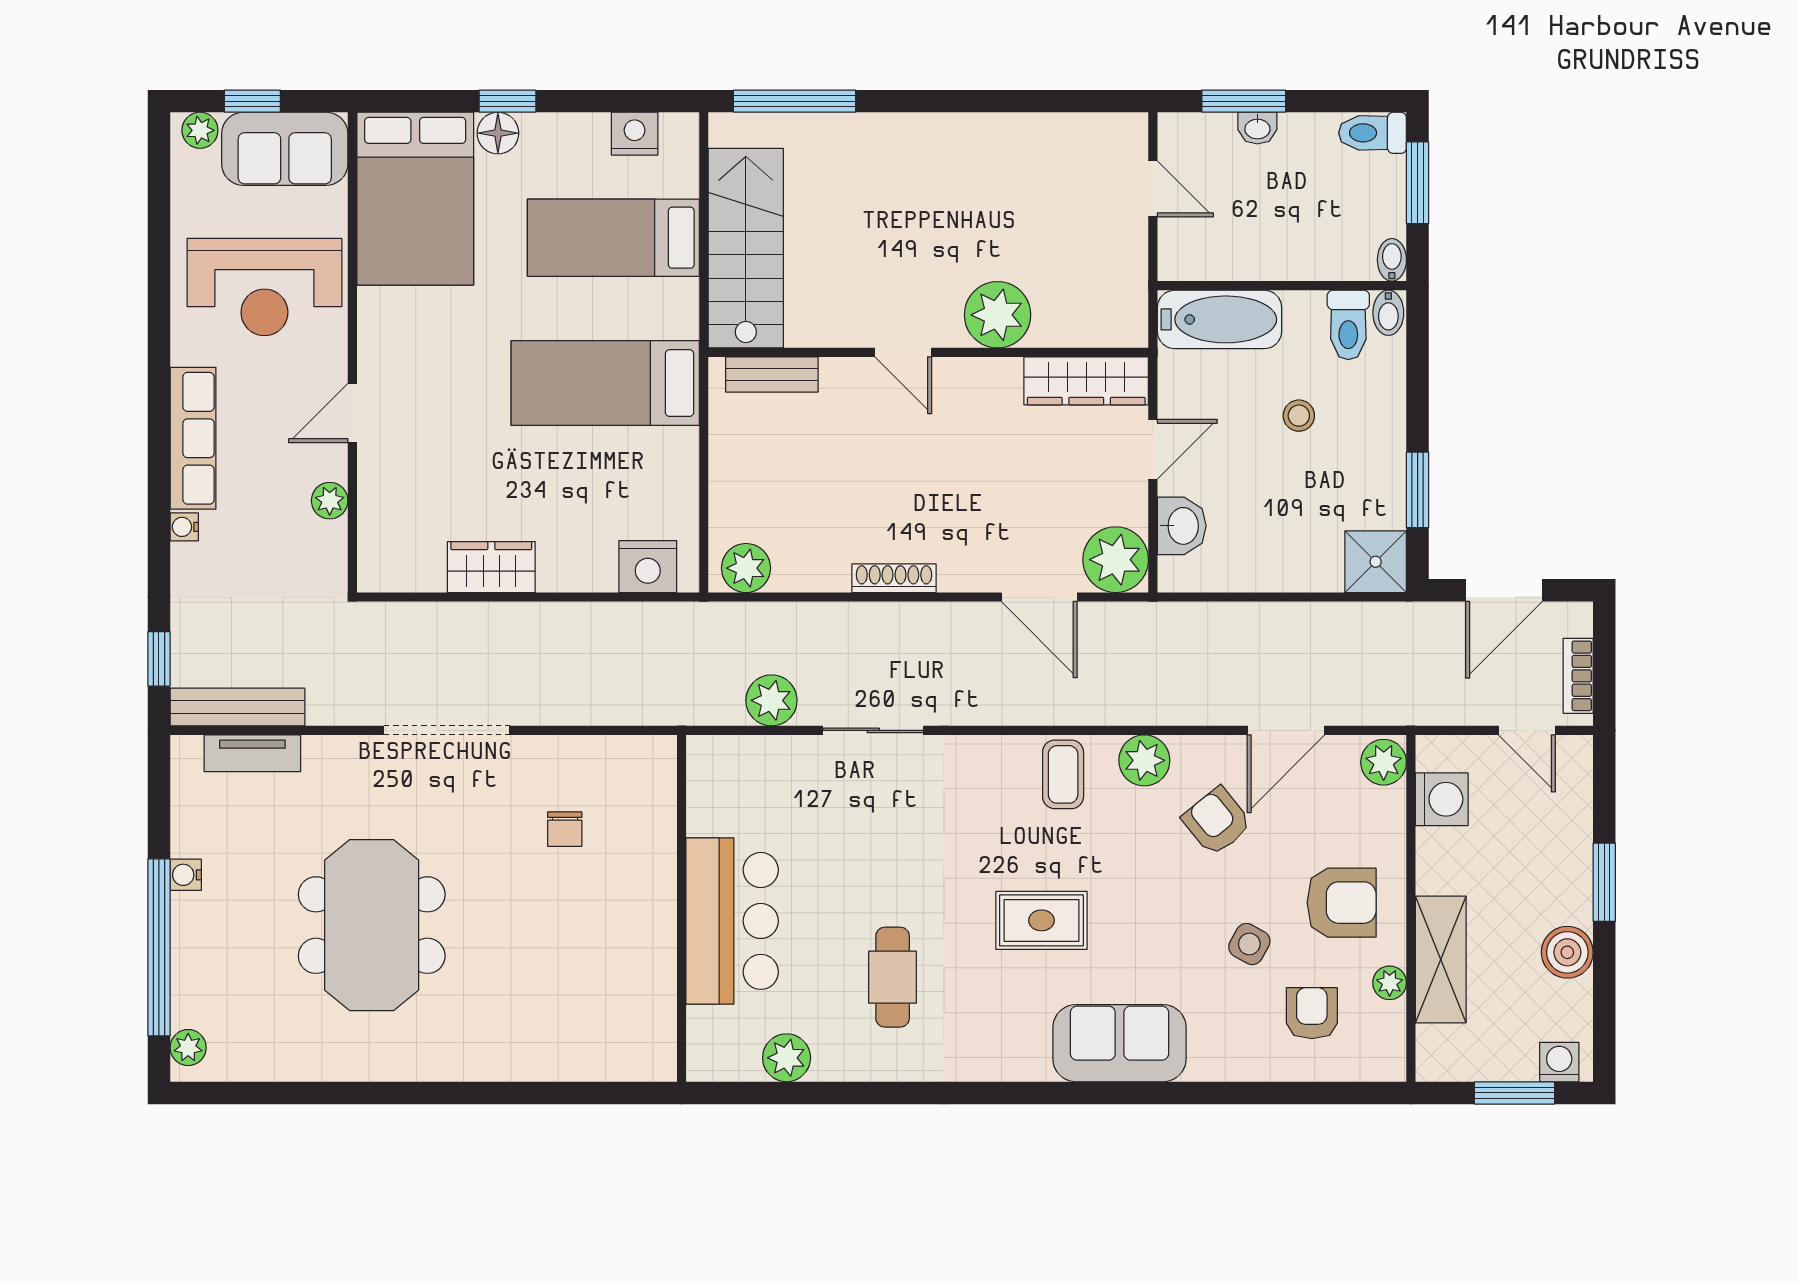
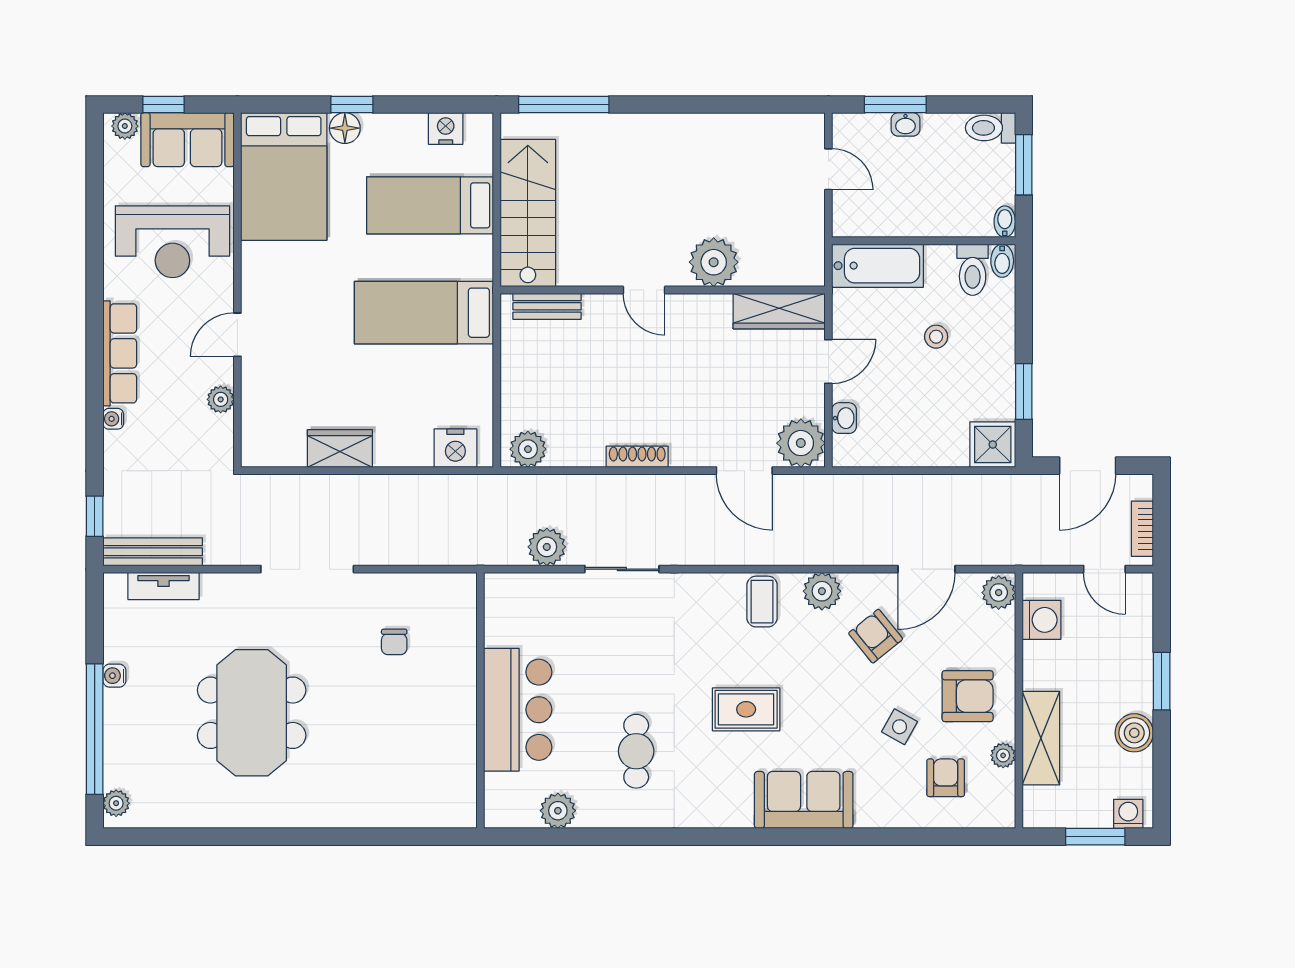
washbasin: (1182, 526) -> (844, 418), width x0.72, depth x0.69

